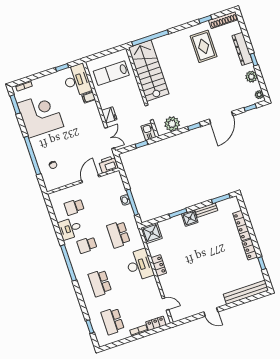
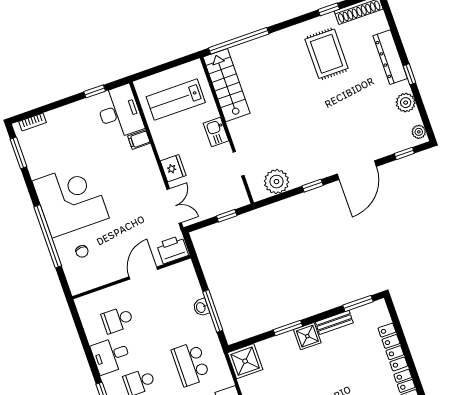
stairs: (149, 71) -> (227, 85), width x0.73, depth x0.66
corner desk: (40, 115) -> (71, 200), moved
kitchen sink: (149, 132) -> (216, 132), moved

